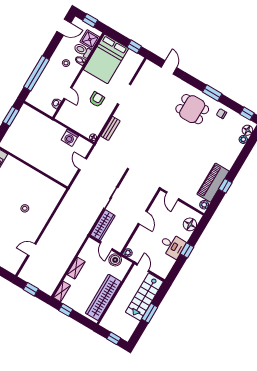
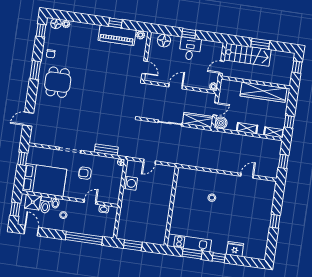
door: (172, 196) -> (145, 67), hinge flipped
door: (32, 250) -> (247, 176), swing flipped
boiler: (115, 260) -> (221, 123), moved

